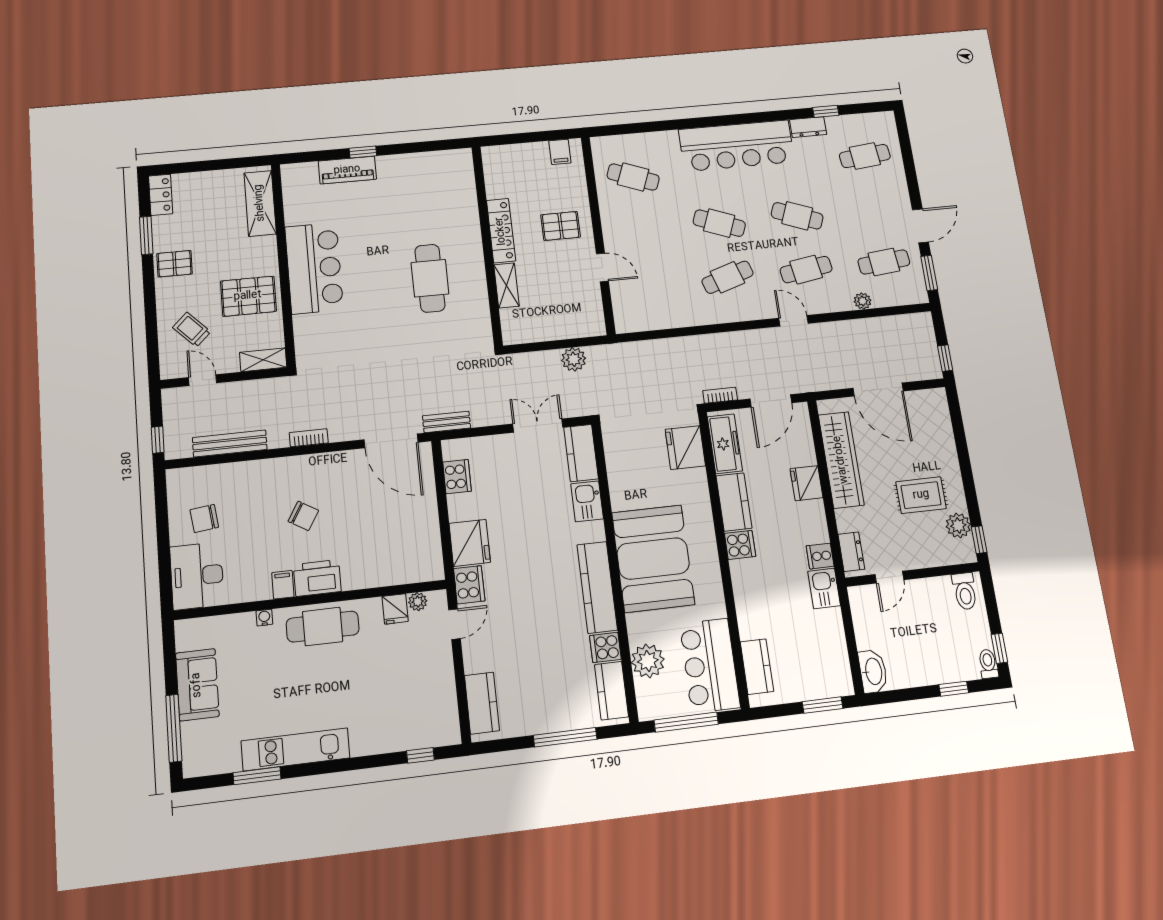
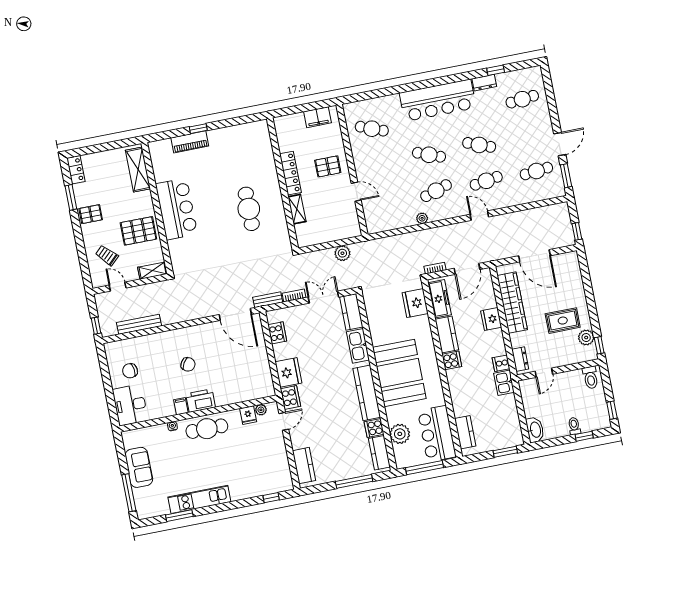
filing cabinet: (560, 152) -> (317, 117), width x2.00
plant: (863, 301) -> (422, 218), moved
bookcase: (309, 438) -> (294, 295), moved
kitchen sink: (587, 501) -> (358, 346), width x1.38
toilet: (988, 664) -> (574, 426), moved

